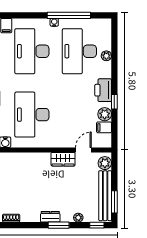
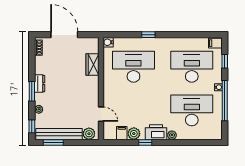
window: (26, 15) -> (225, 61), added
plant: (106, 56) -> (172, 135), moved
wardrobe: (63, 159) -> (93, 64), moved

